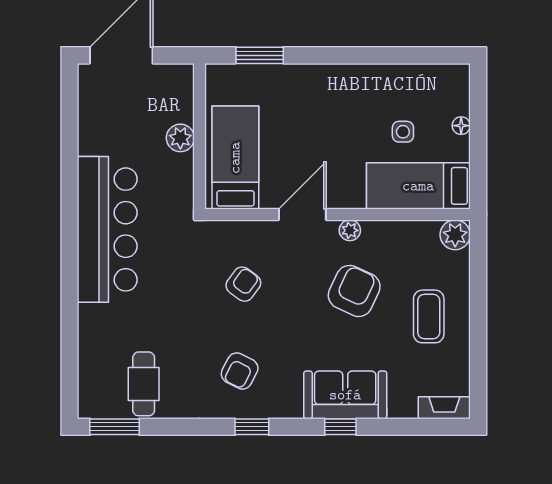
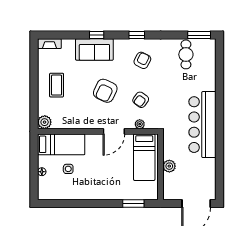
plant: (350, 230) -> (140, 124), moved
armchair: (354, 291) -> (105, 91), moved

